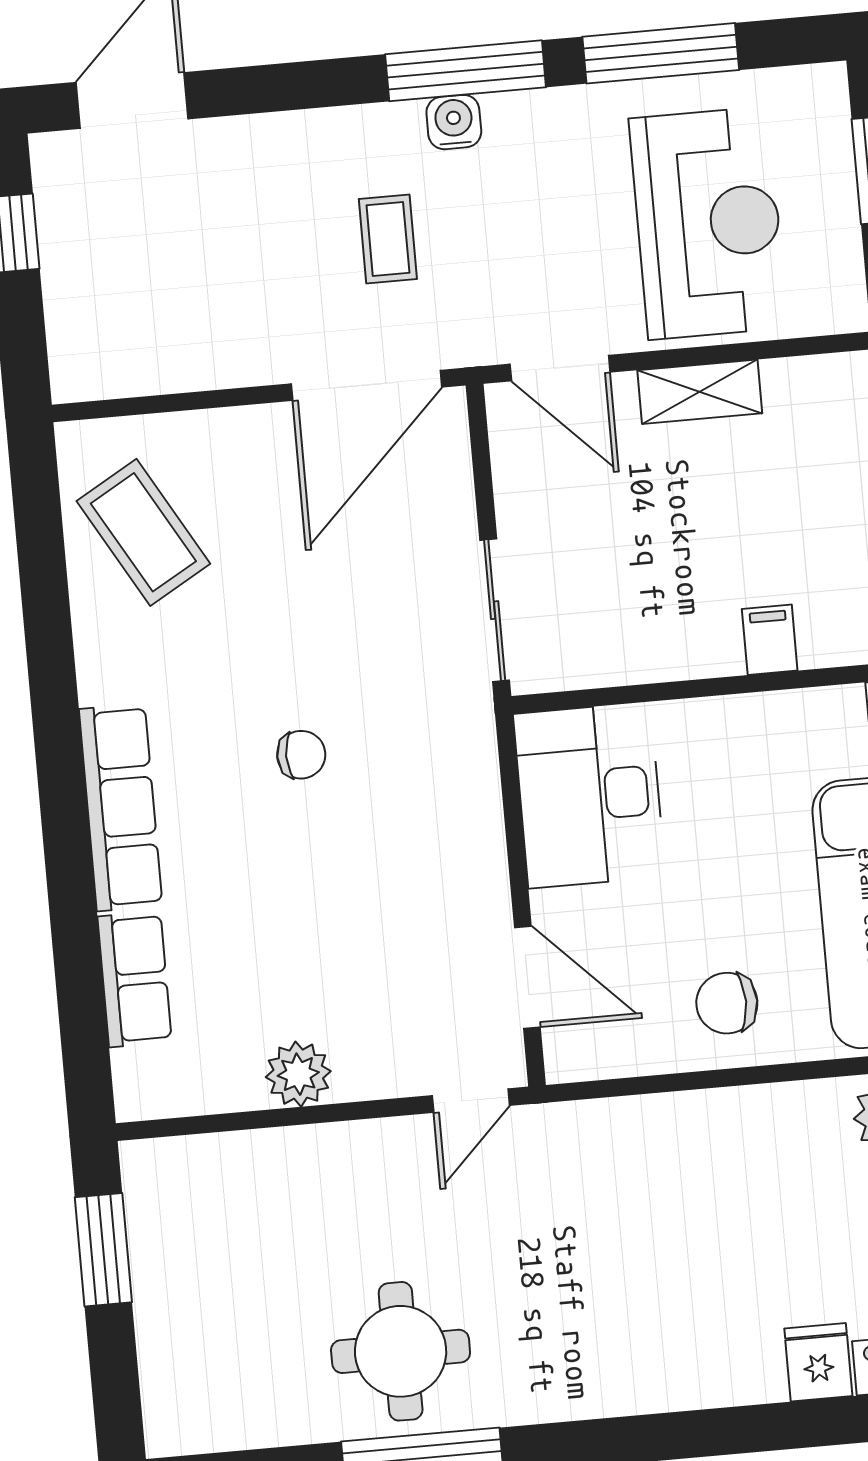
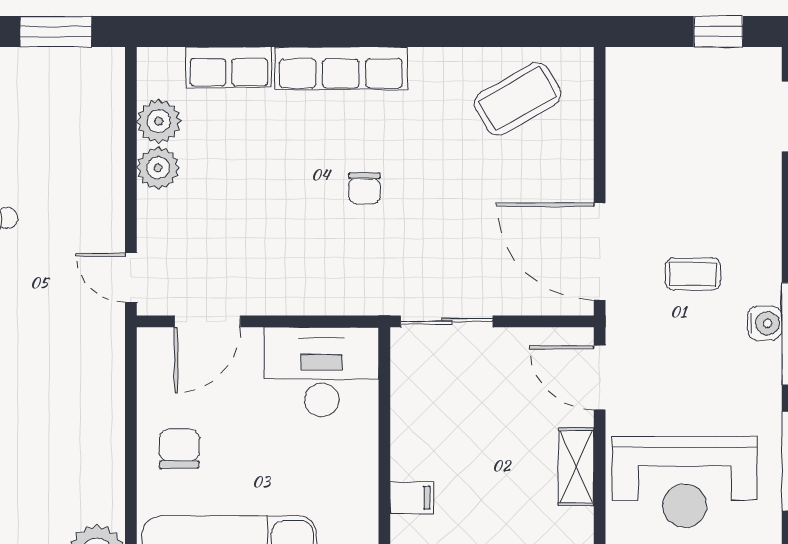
door: (560, 368) -> (600, 378), hinge flipped
plant: (227, 1079) -> (159, 121), added

